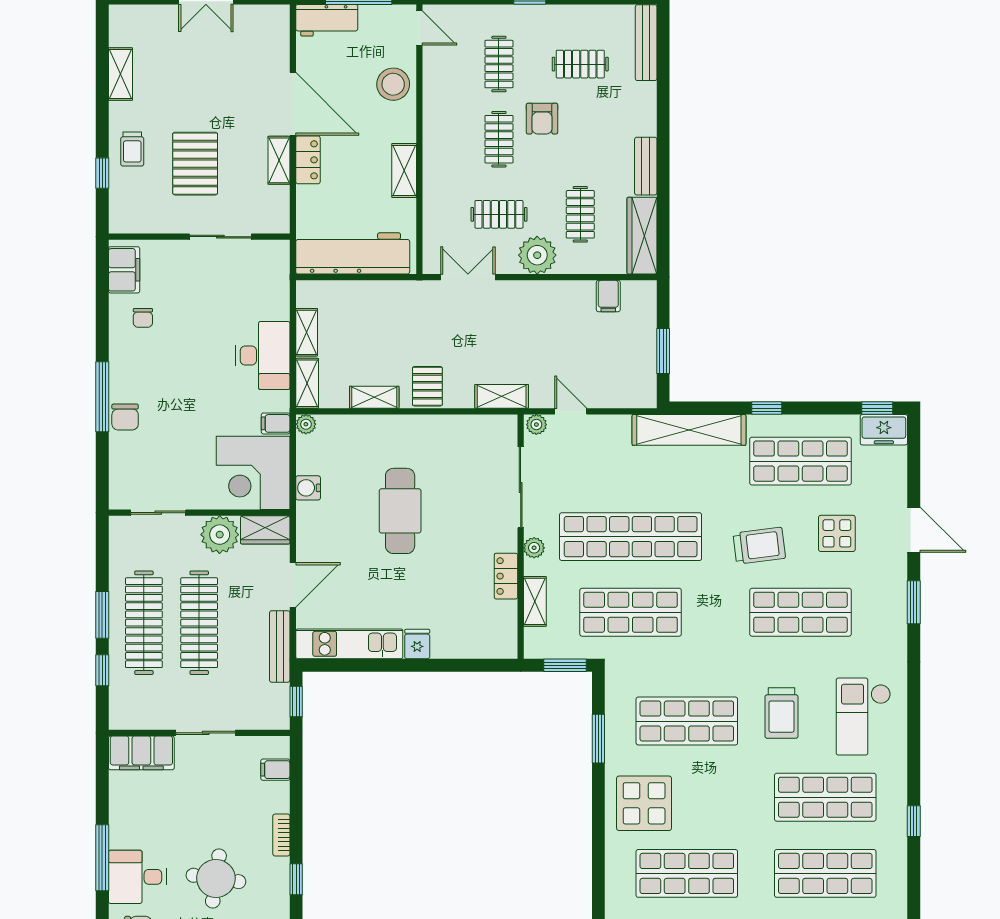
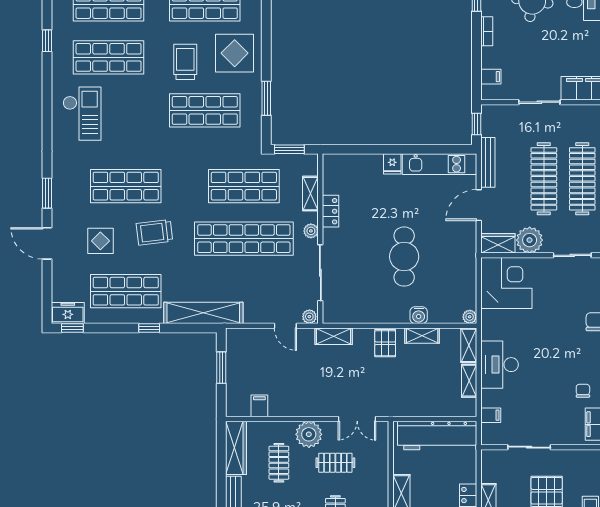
filing cabinet: (276, 423) -> (491, 415), moved
water cooler: (308, 488) -> (419, 315), moved, turned 90
trolley: (781, 713) -> (185, 62), moved

